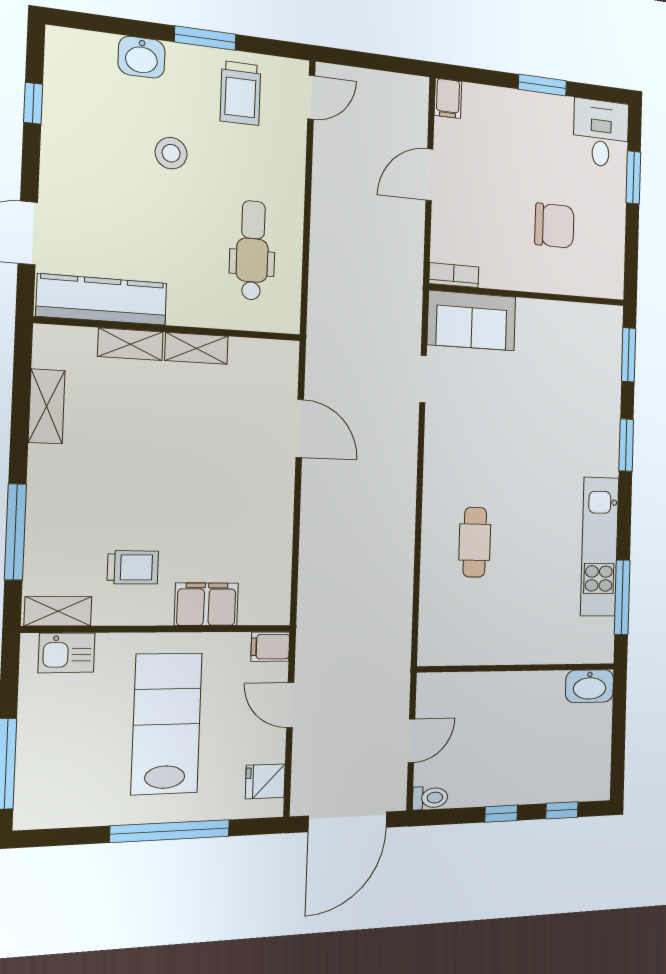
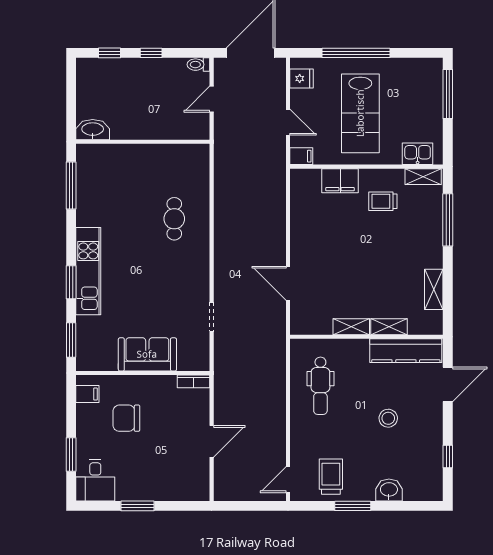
filing cabinet: (448, 98) -> (87, 394), moved, turned 90
stool: (171, 153) -> (388, 418), moved
sofa: (472, 321) -> (147, 354), moved
kitchen unit: (600, 547) -> (88, 271), moved

